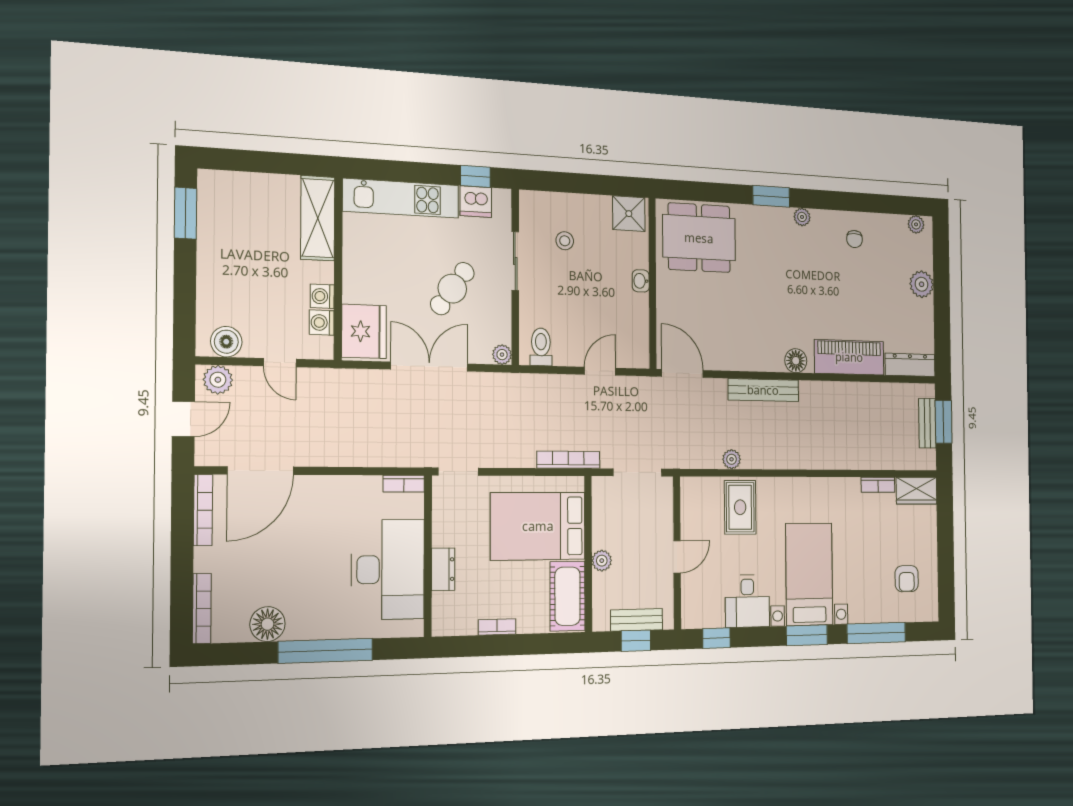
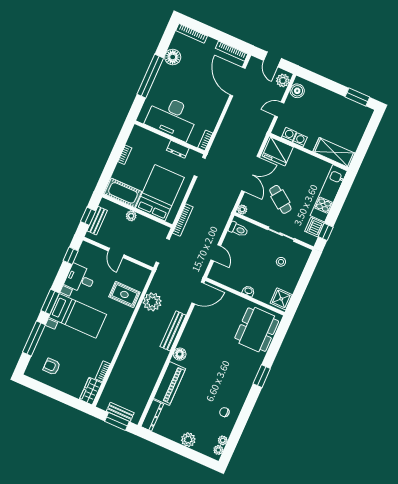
plant: (802, 217) -> (223, 440), moved
plant: (732, 459) -> (152, 302), width x1.88, depth x1.88
dresser: (443, 569) -> (178, 149), moved

